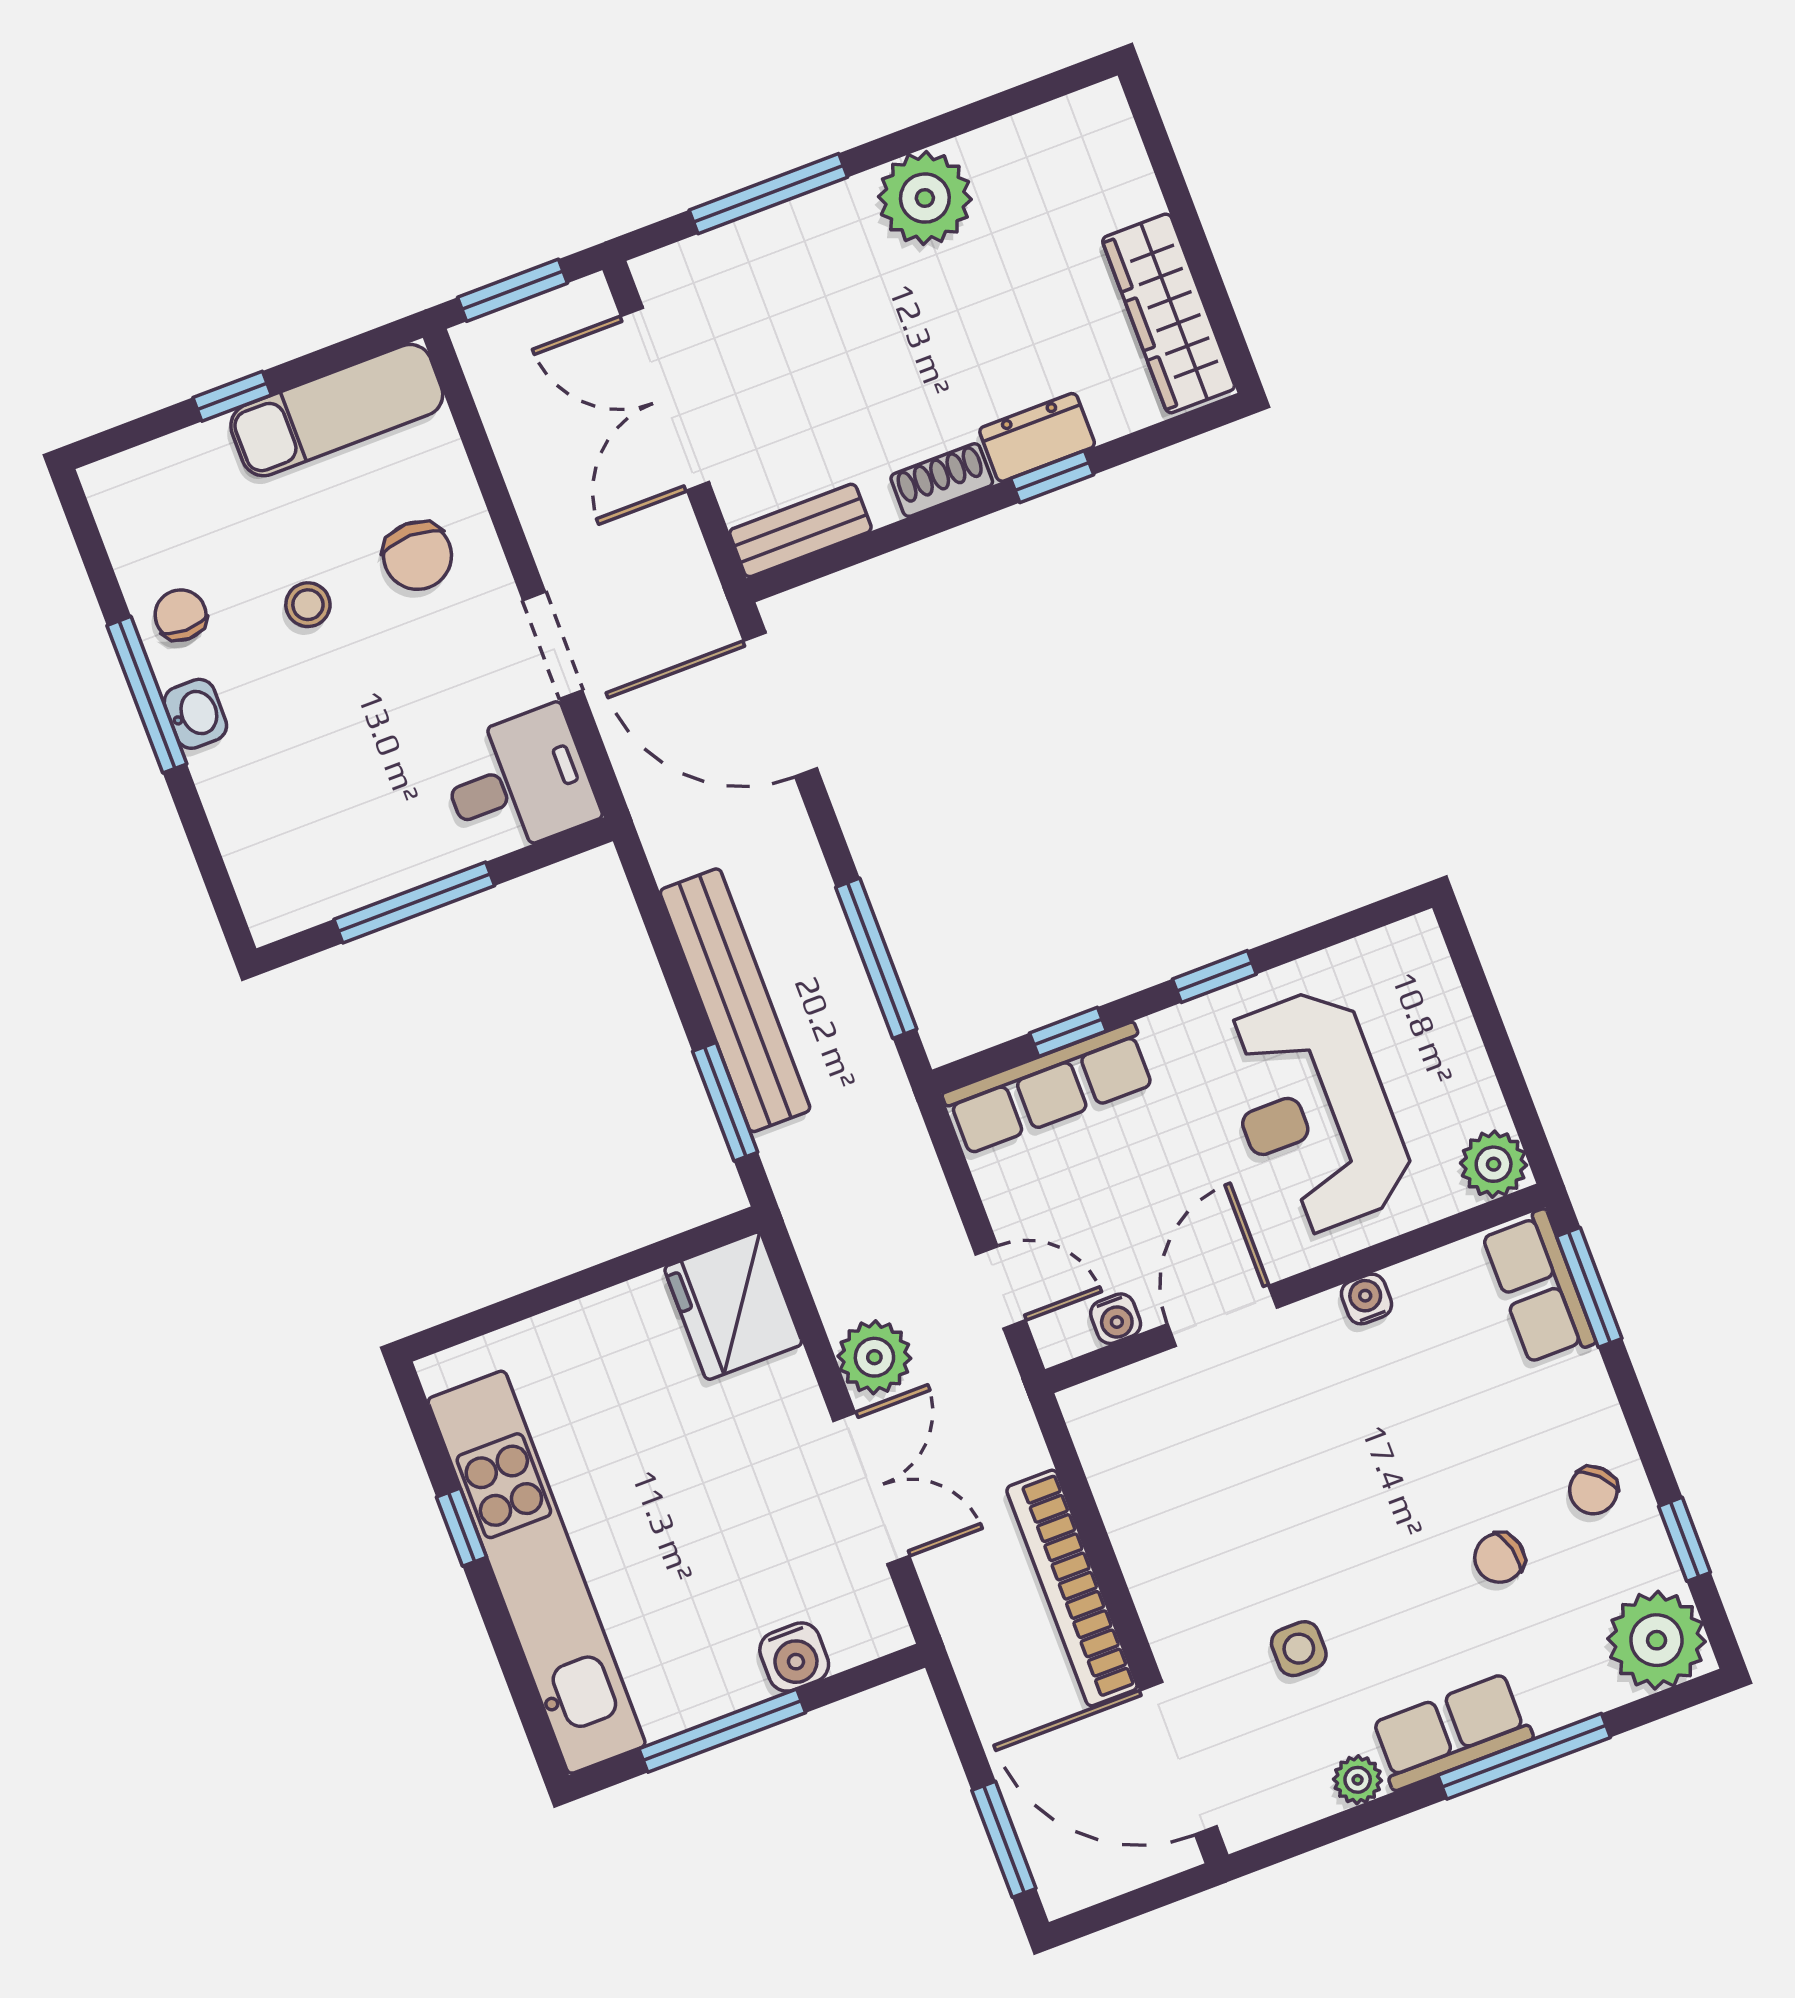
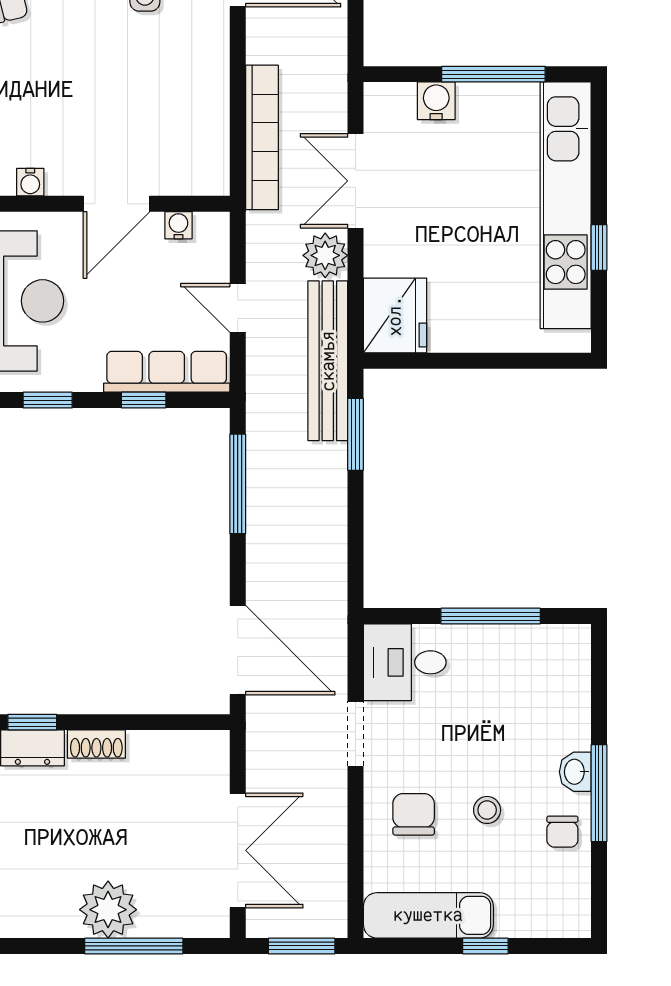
plant: (925, 198) -> (108, 910), moved
bench: (800, 530) -> (188, 746), removed
bench: (735, 1000) -> (328, 361), moved
door: (1001, 1287) -> (238, 308), moved
bookcase: (1072, 1588) -> (262, 137), moved

